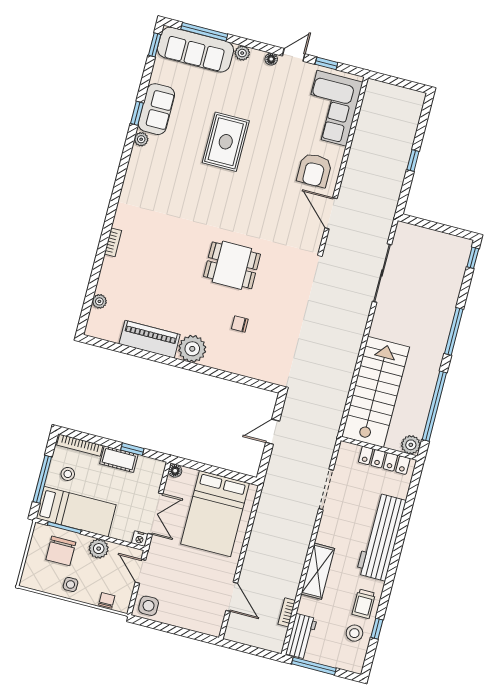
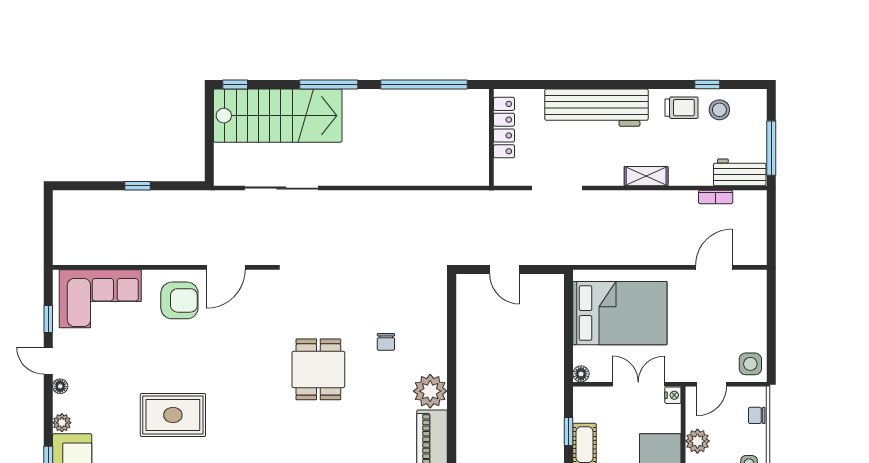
stairs: (376, 392) -> (278, 116), moved, turned 180
plant: (411, 445) -> (477, 101), removed
shelving: (318, 571) -> (646, 176), width x0.67, depth x0.75

